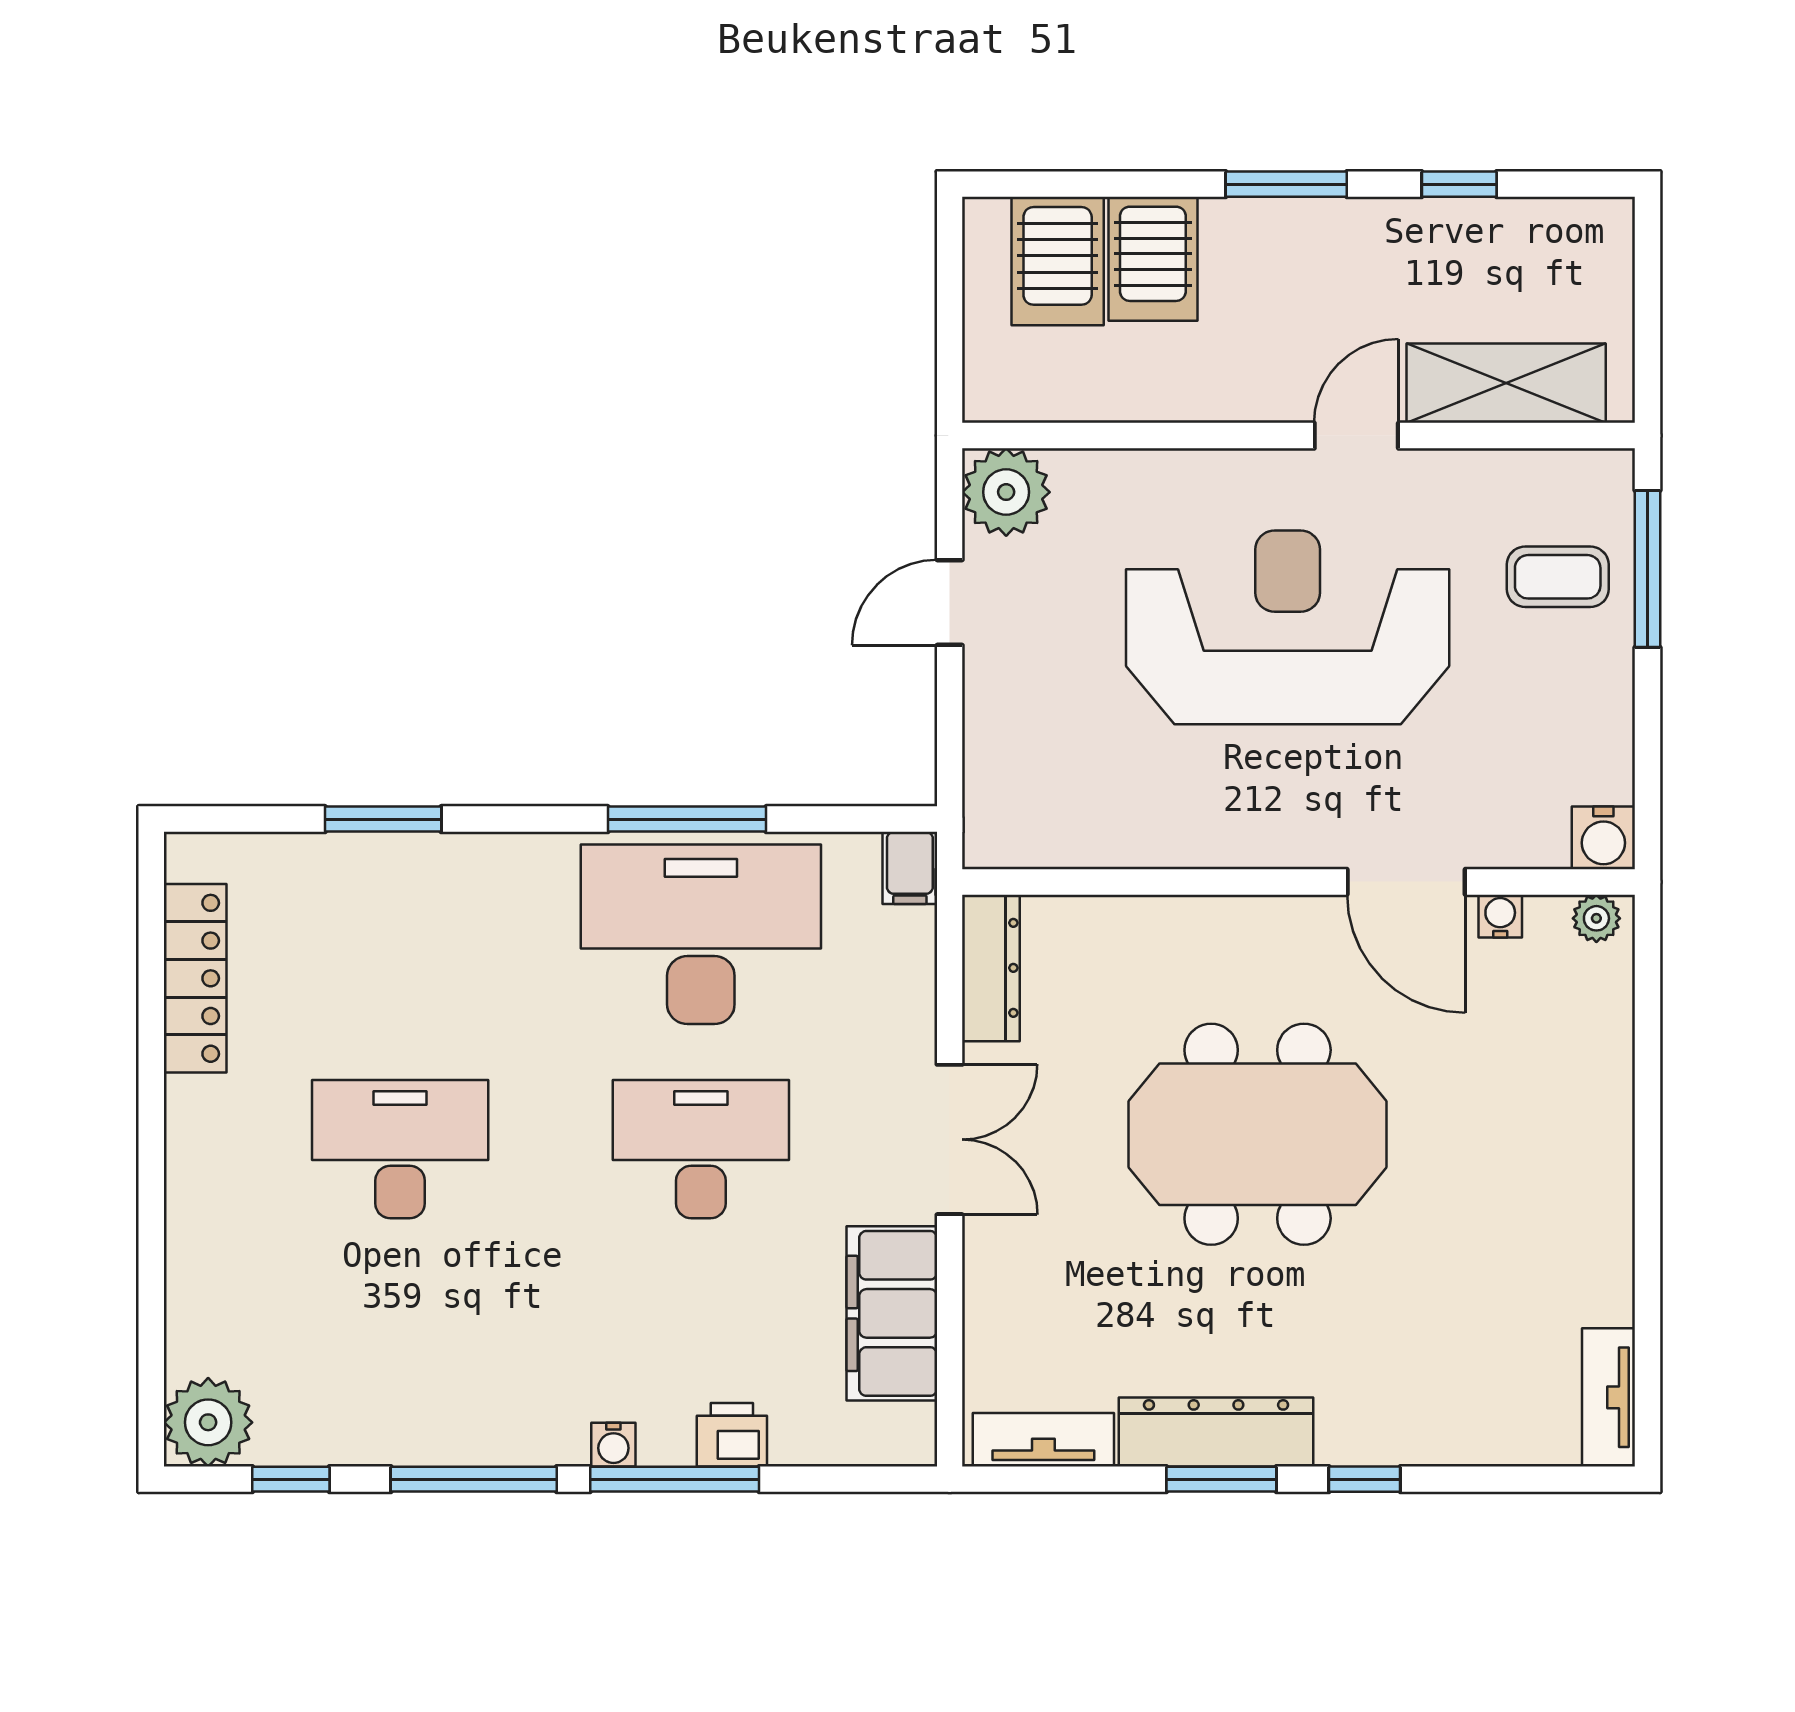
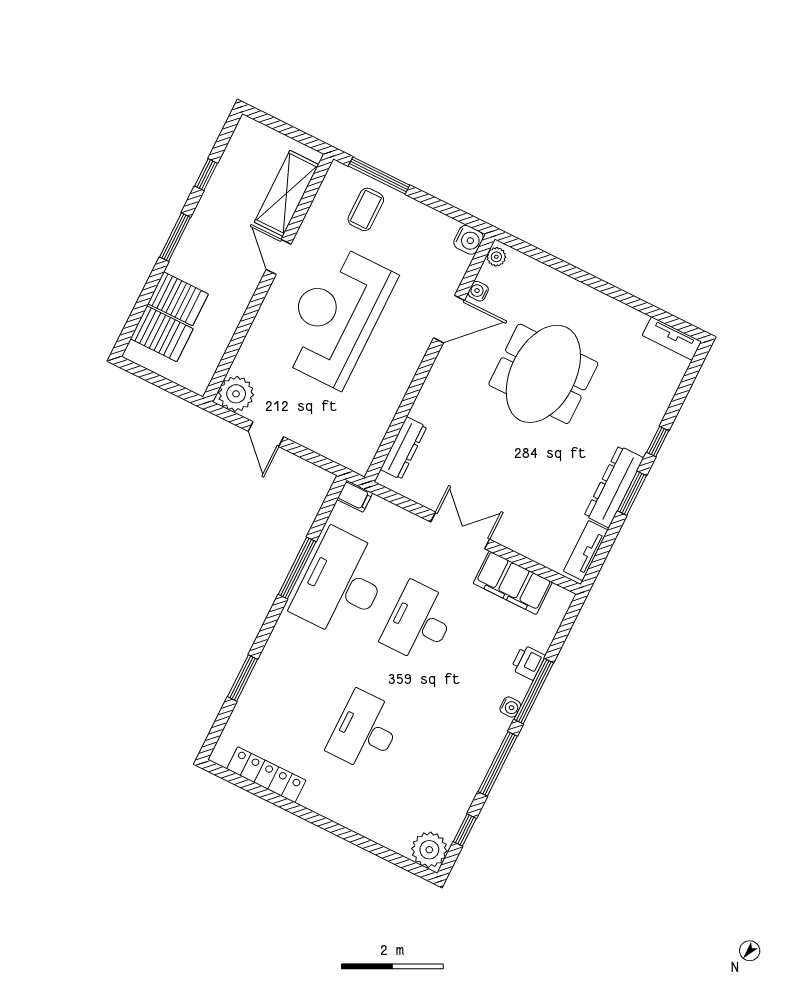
dresser: (991, 968) -> (404, 448), moved, turned 90
meeting table: (1258, 1134) -> (543, 374), moved

